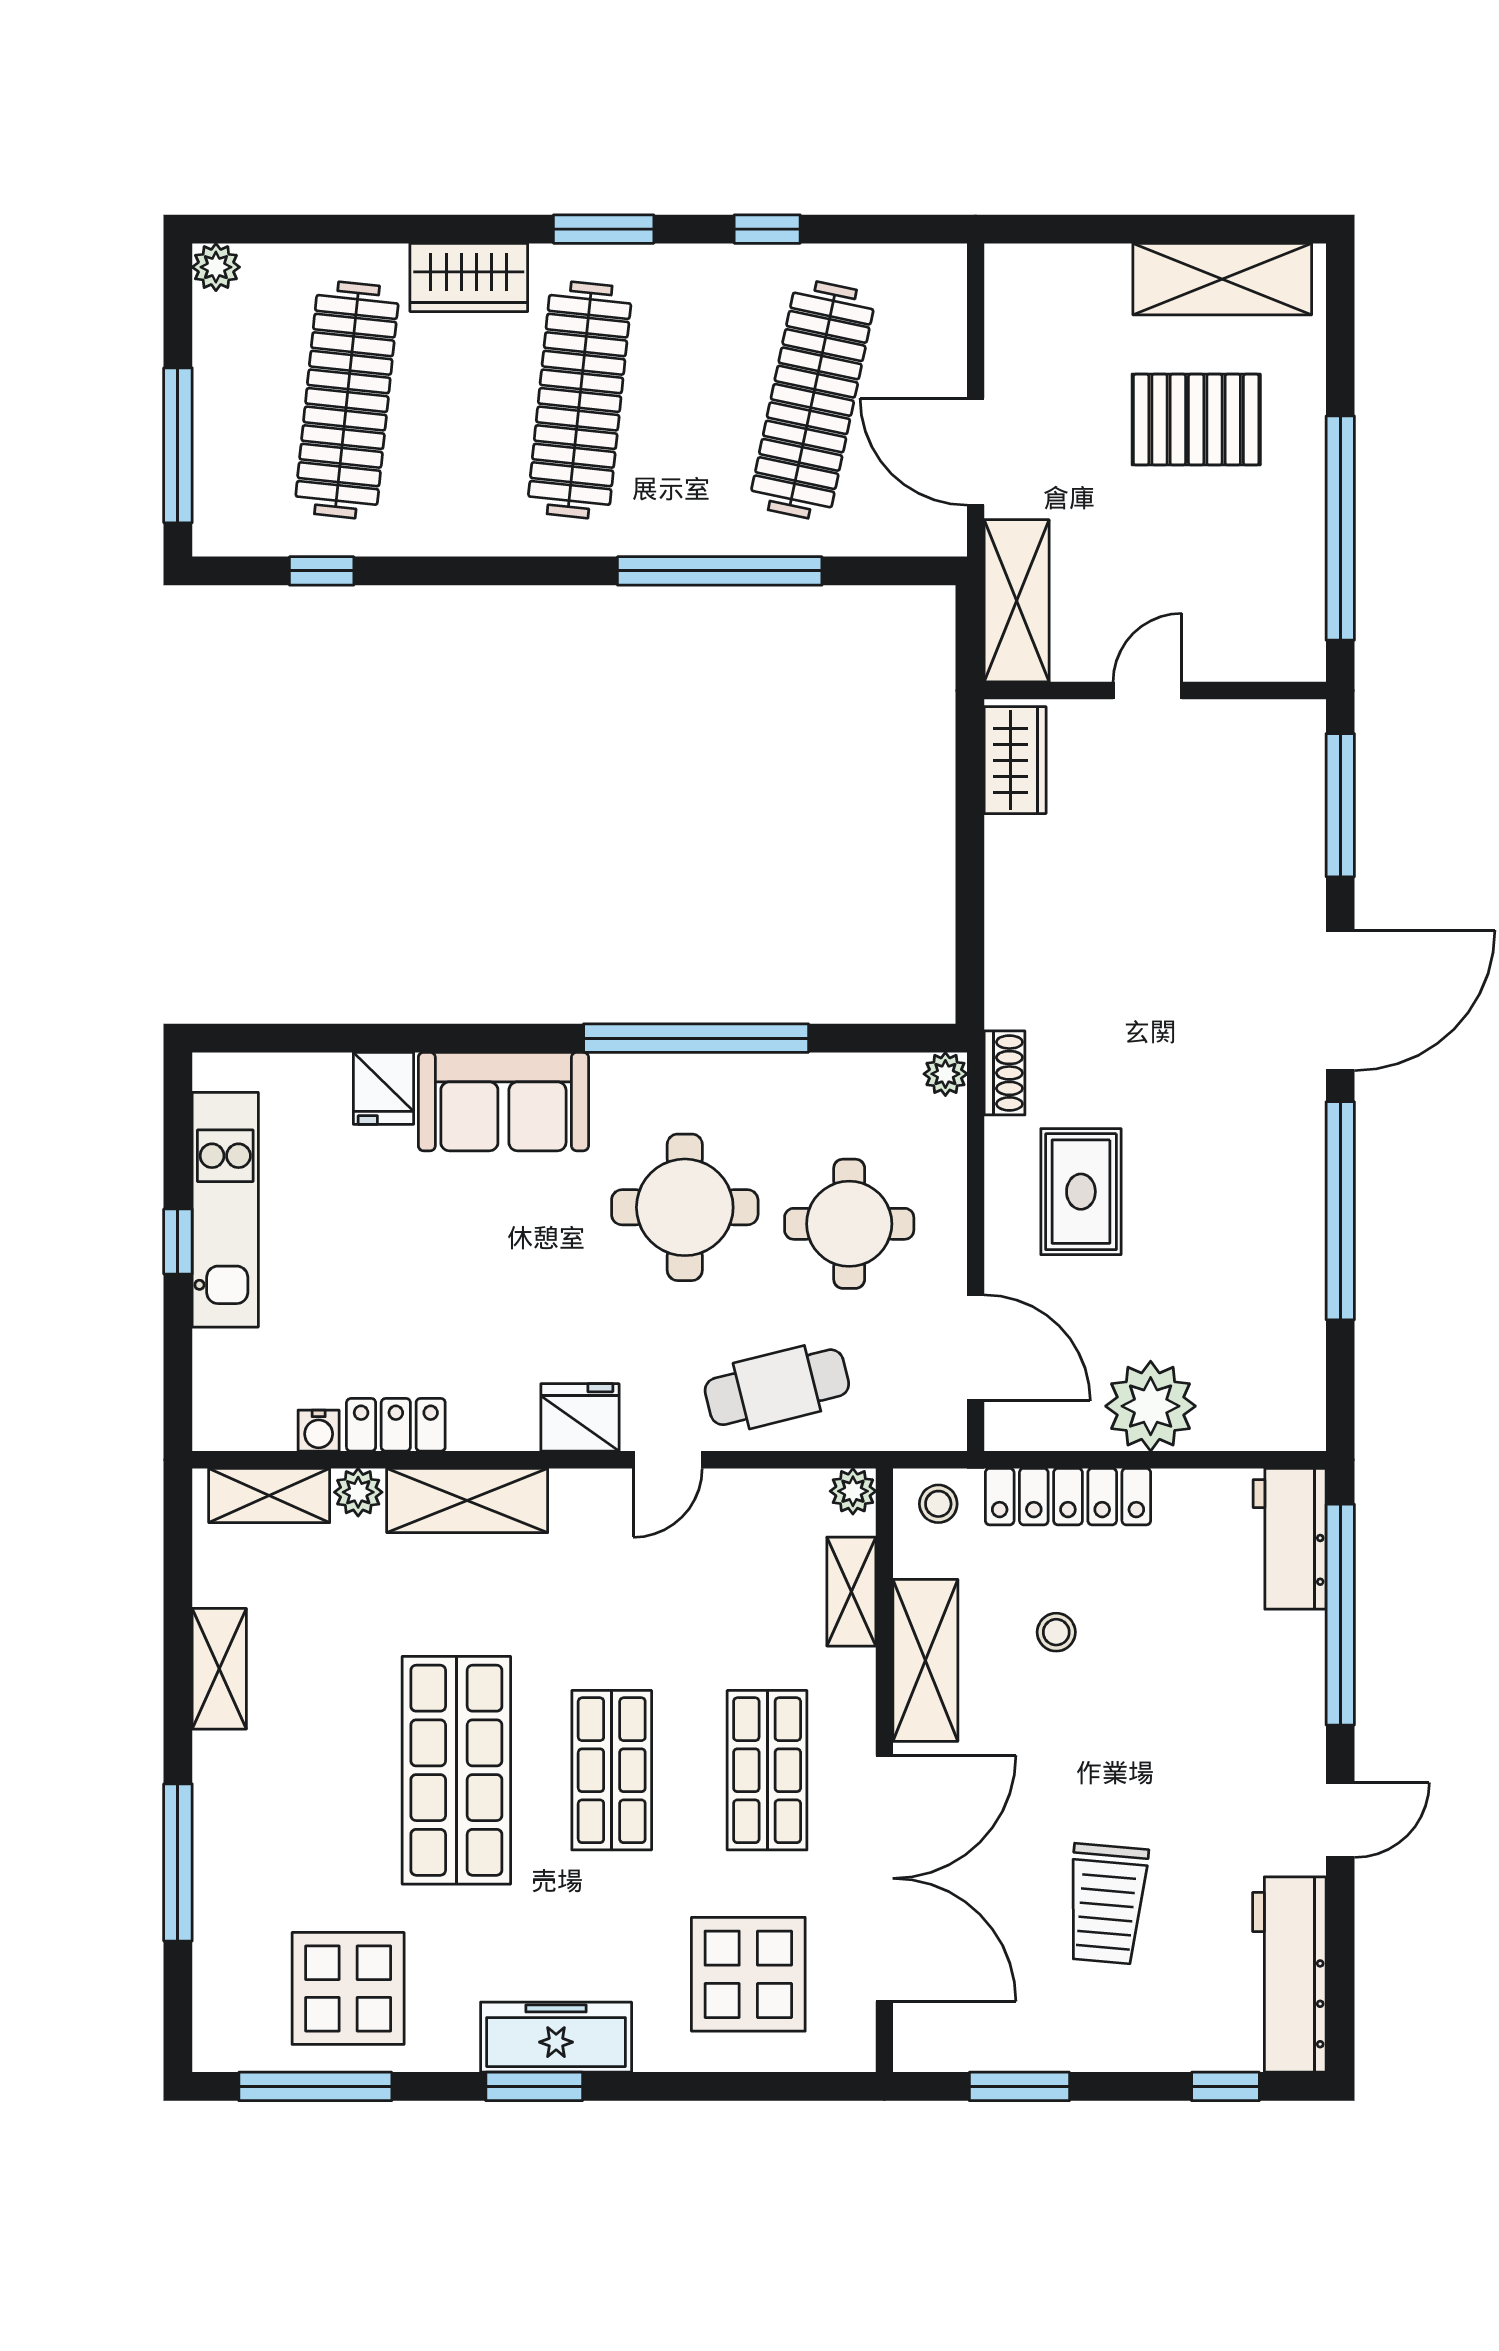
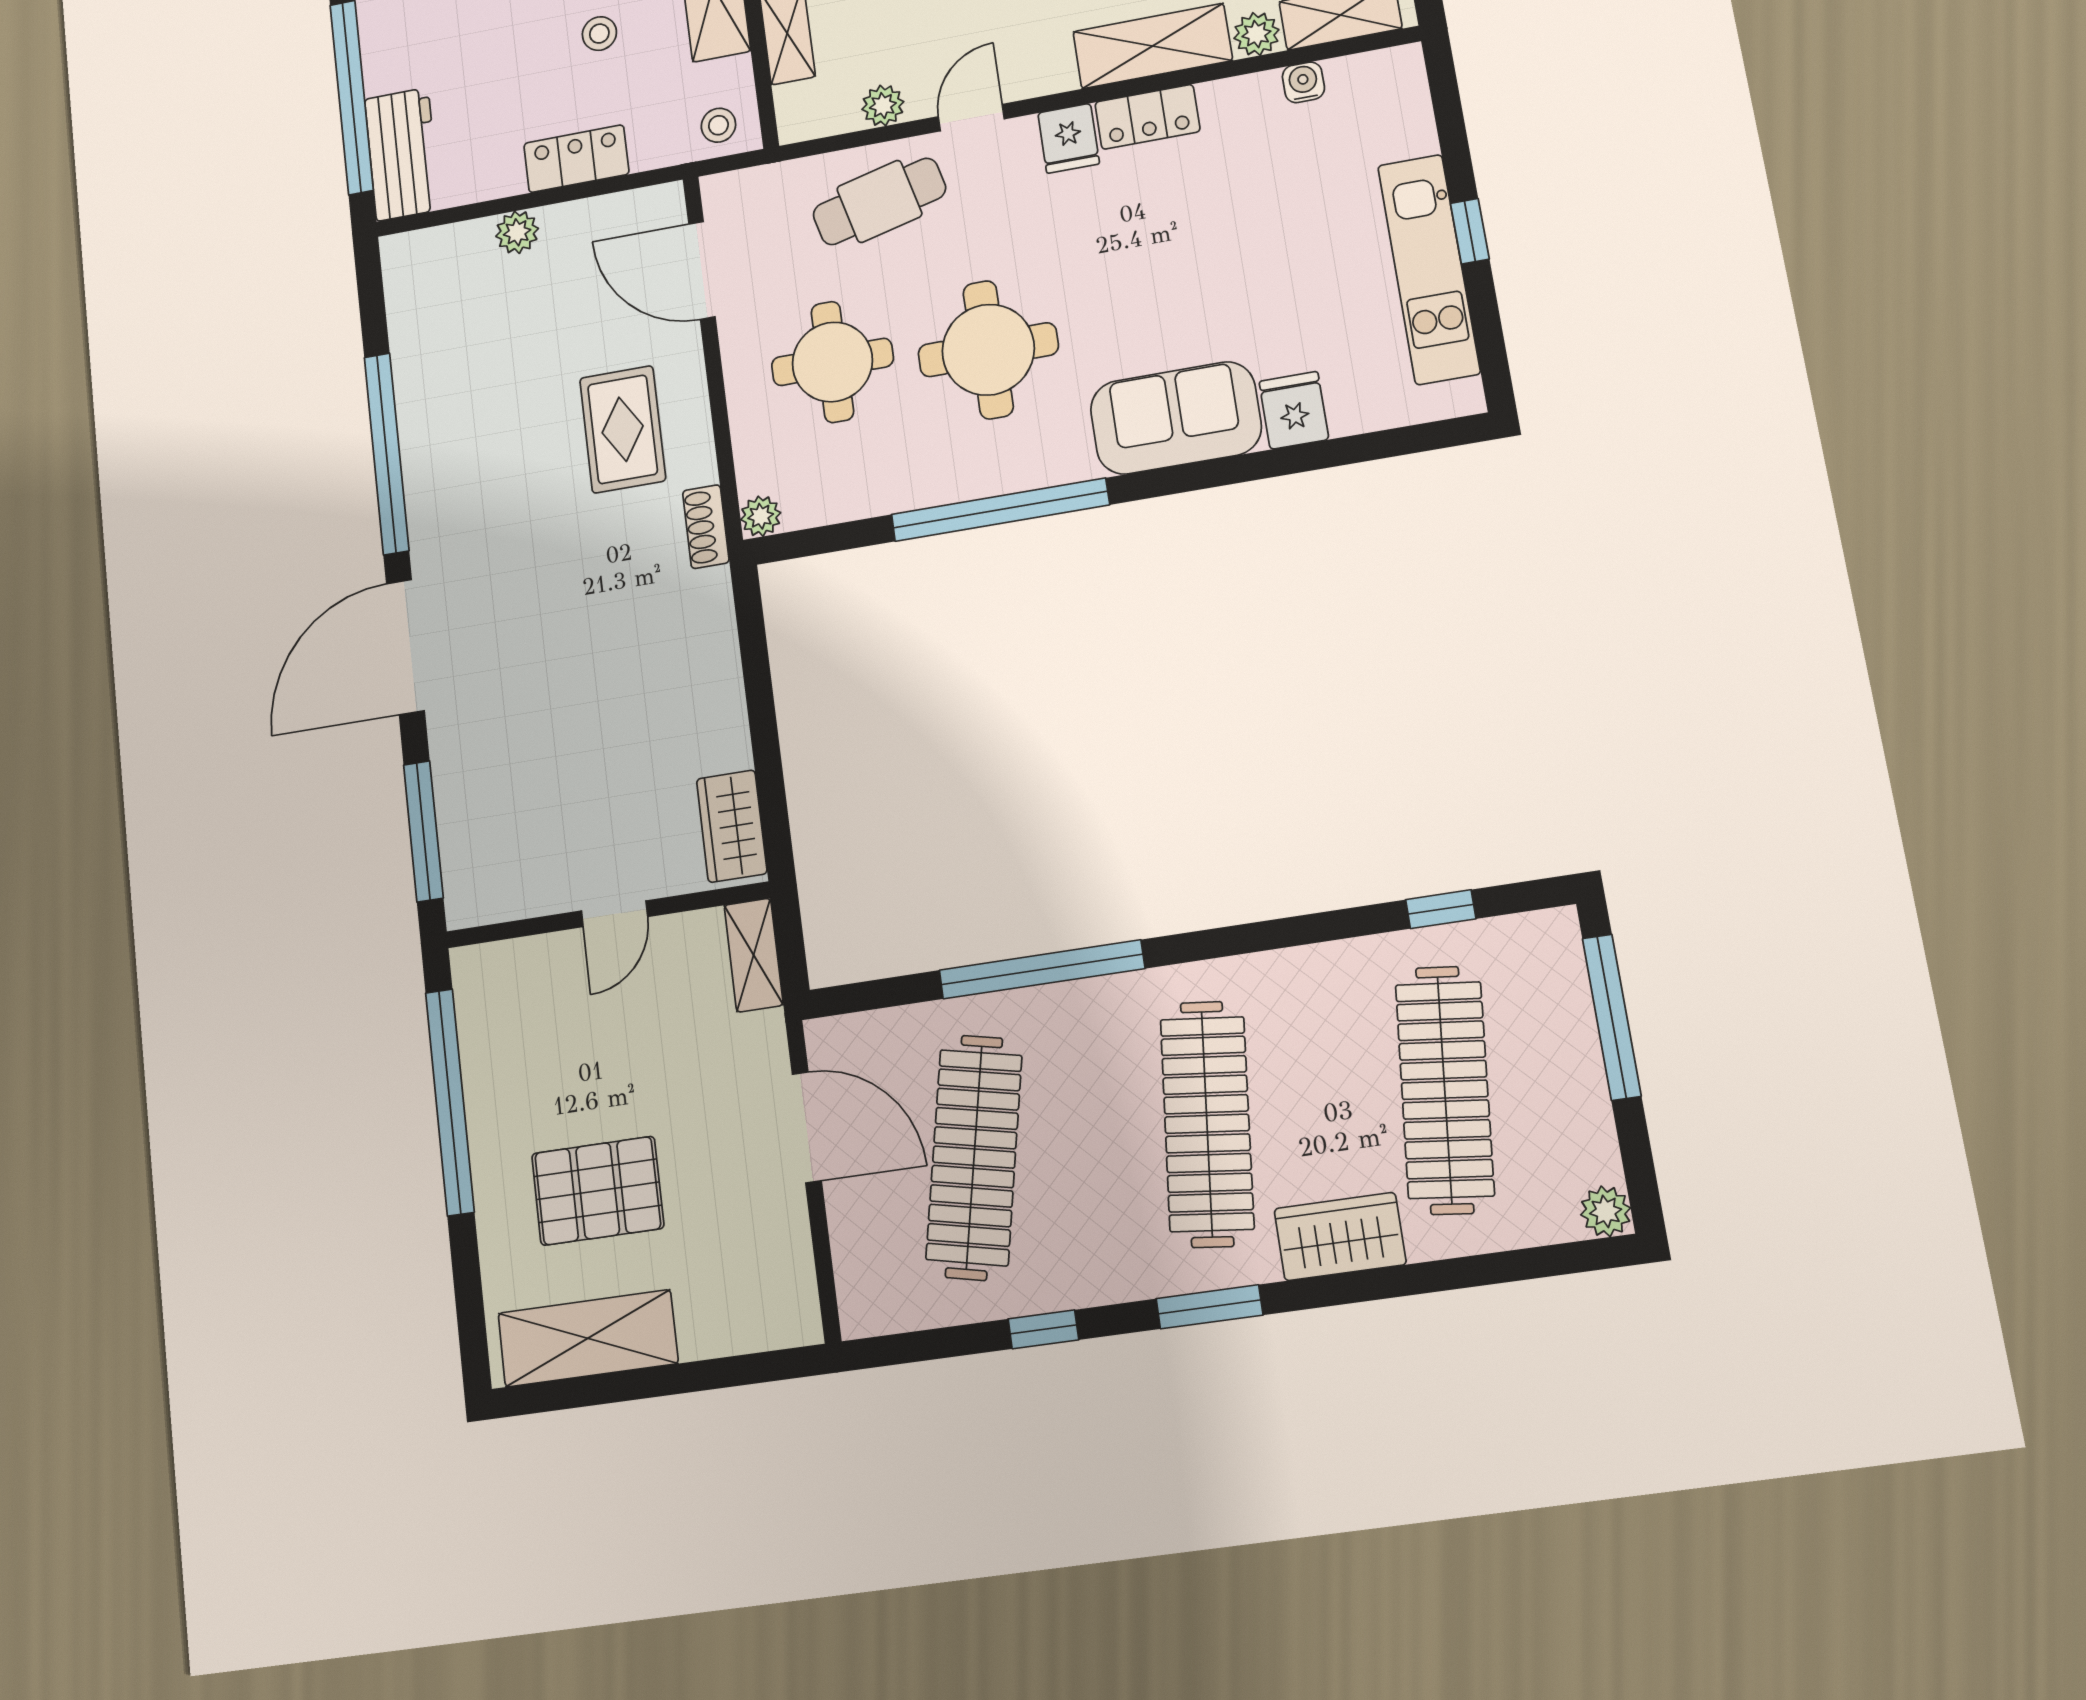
shelving: (1017, 601) -> (754, 955), width x0.67, depth x0.75
plant: (1151, 1406) -> (517, 232), width x0.53, depth x0.53
fridge: (580, 1417) -> (1069, 138), width x0.72
locker: (396, 1425) -> (1147, 117), moved
plant: (853, 1491) -> (883, 106), moved
locker: (1068, 1497) -> (576, 159), width x0.66

